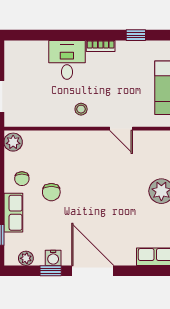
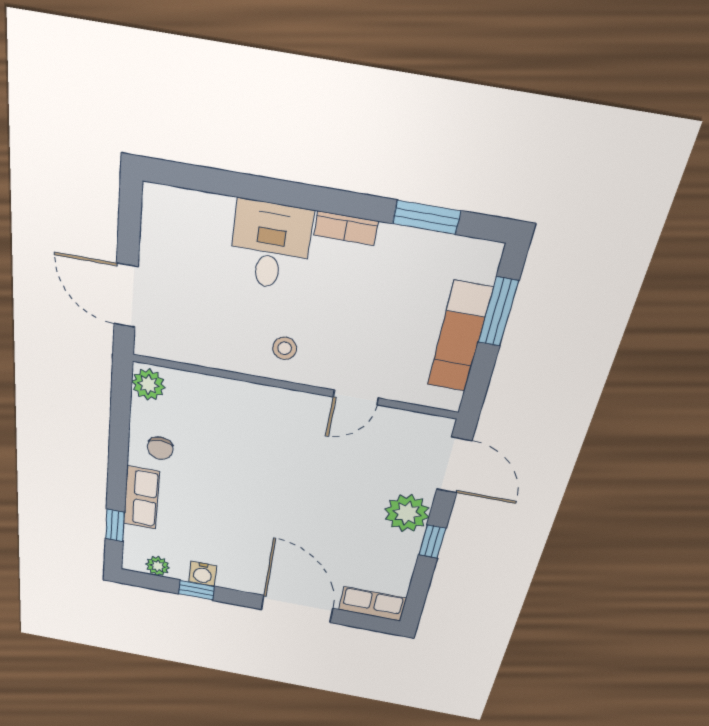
window: (136, 35) -> (427, 217), width x1.50
door: (121, 129) -> (356, 397), hinge flipped
chair: (51, 192) -> (210, 479), removed
door: (93, 271) -> (297, 609), moved

